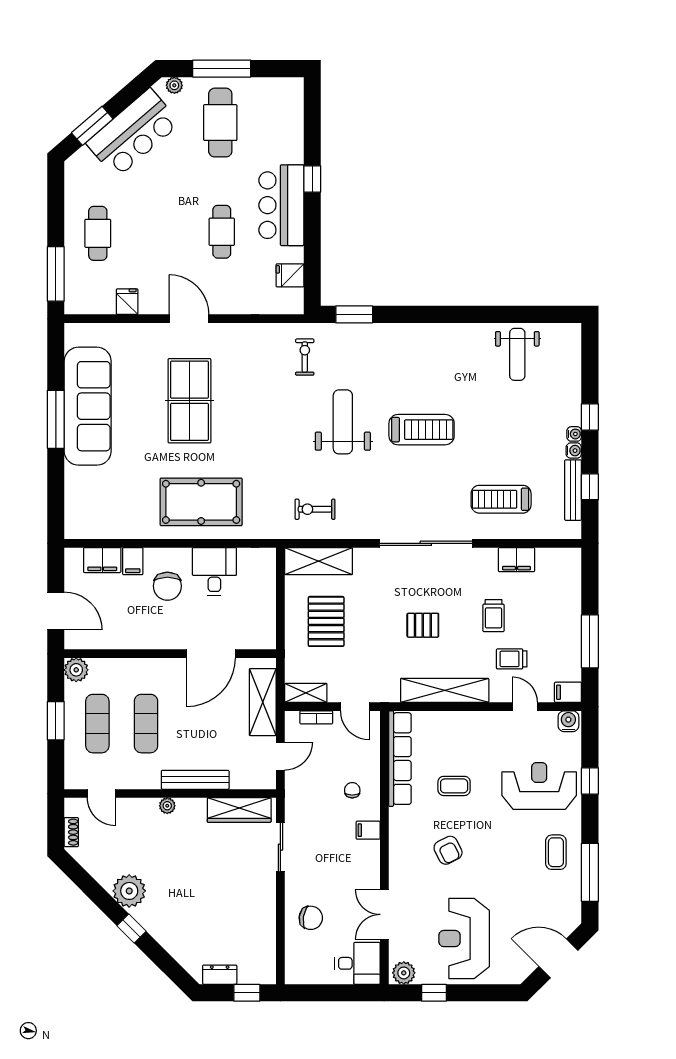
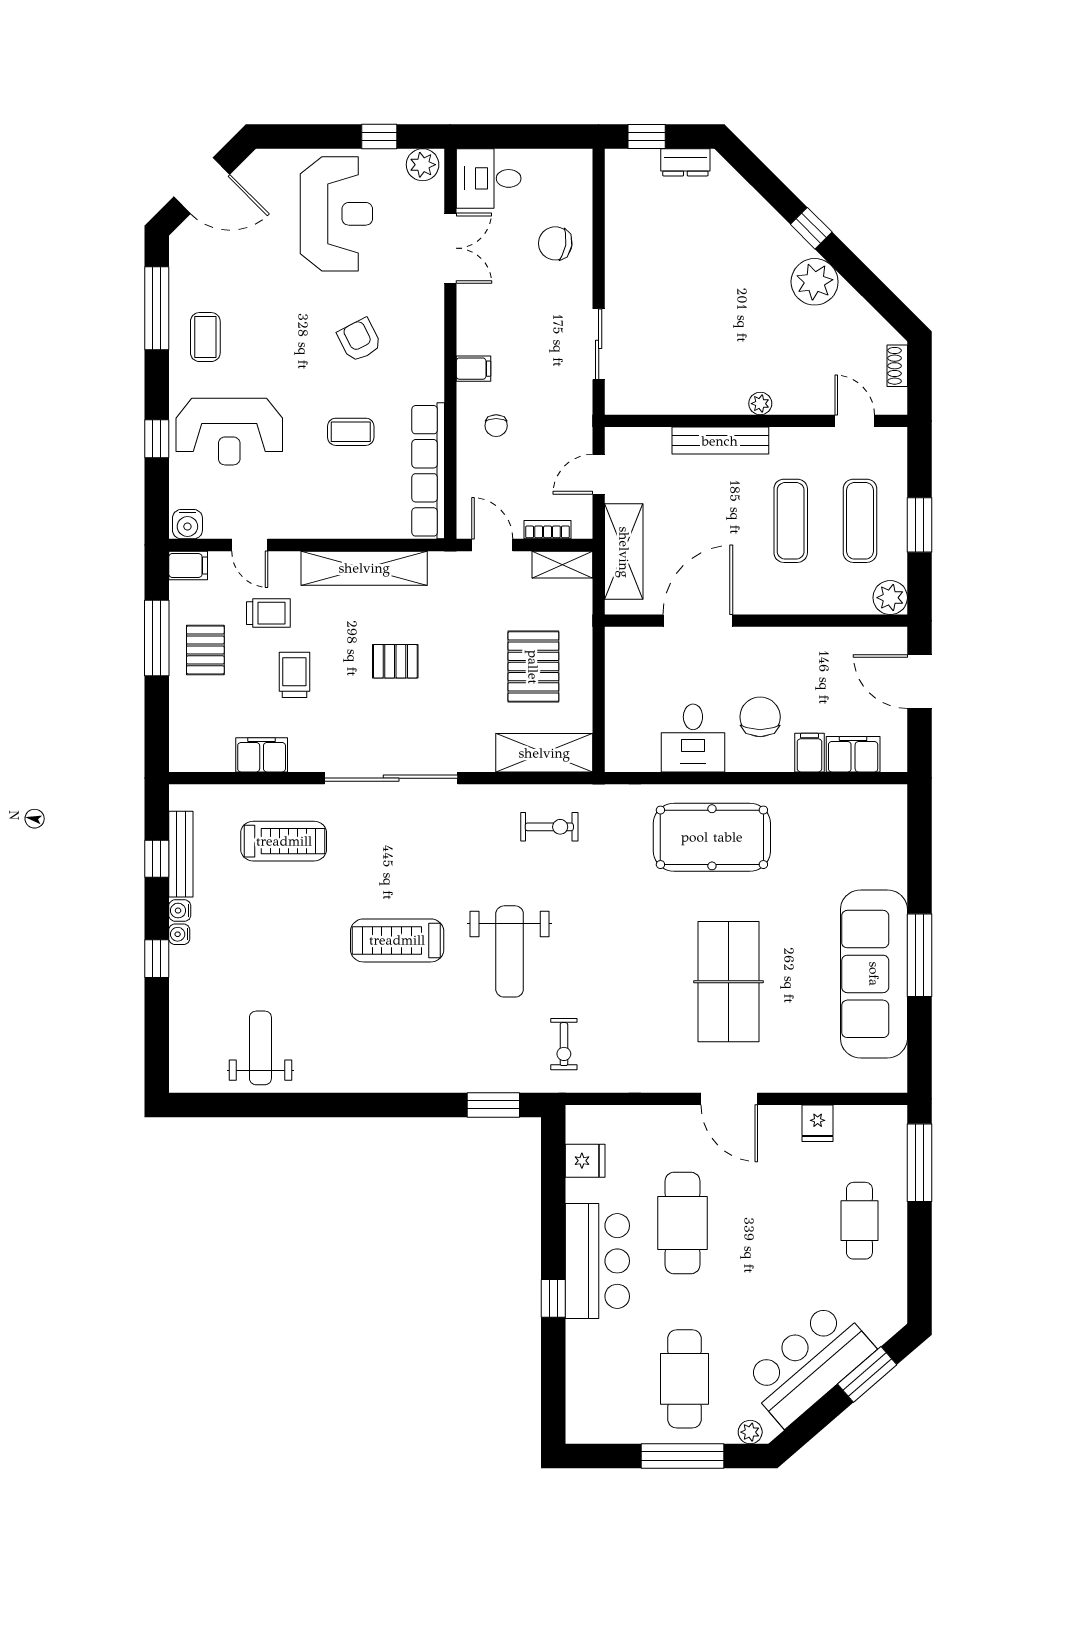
cafe table: (222, 232) -> (682, 1223), width x1.37, depth x1.35
pallet: (556, 633) -> (205, 650), added
wardrobe: (239, 810) -> (658, 397), removed

